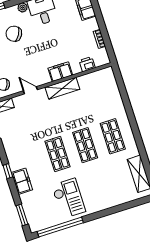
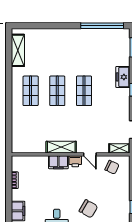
printer: (87, 64) -> (75, 161), moved
checkout: (69, 198) -> (87, 49), removed

